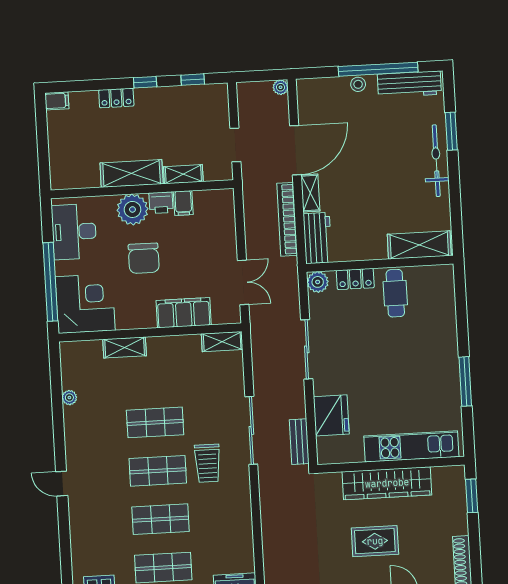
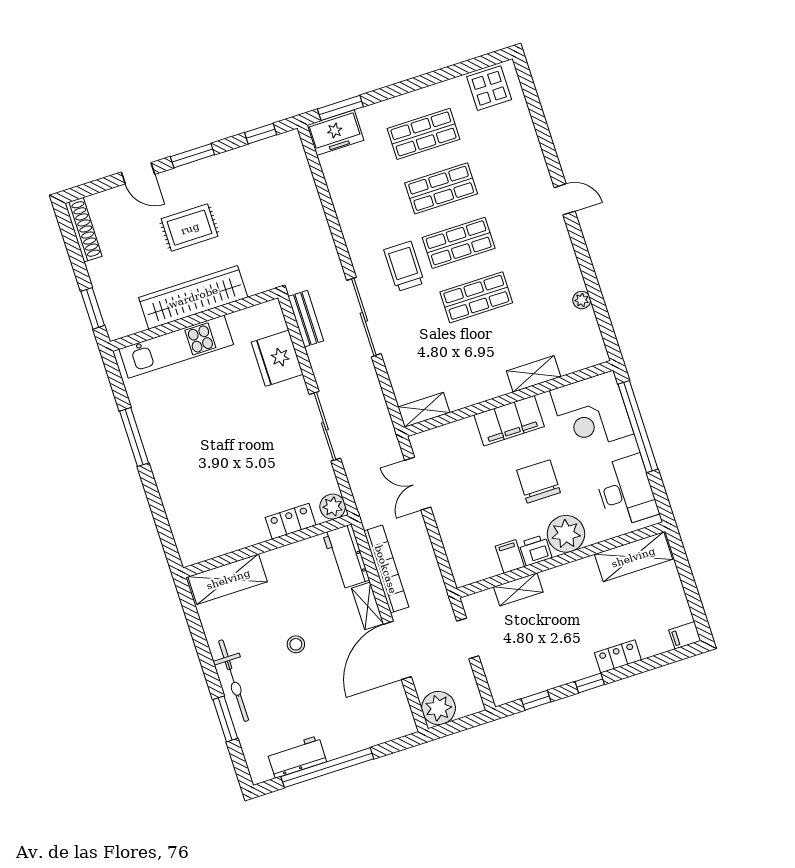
stool: (358, 84) -> (296, 644), moved
workbench: (409, 84) -> (297, 757), width x0.73
plant: (280, 87) -> (439, 708), width x1.88, depth x1.88
shelving: (132, 173) -> (633, 557), moved
cafe table: (395, 293) -> (241, 517), removed
filing cabinet: (184, 313) -> (509, 421), moved

